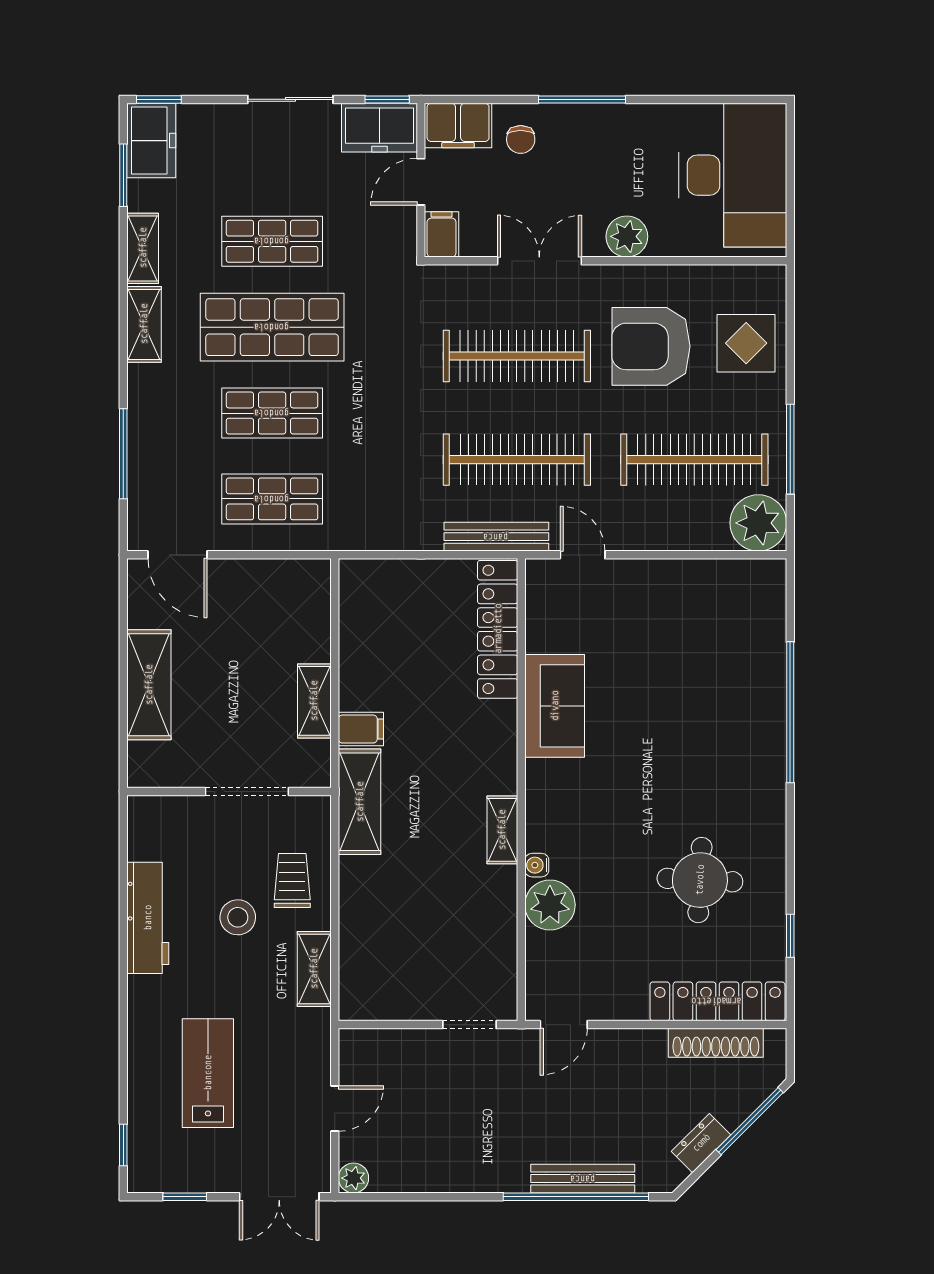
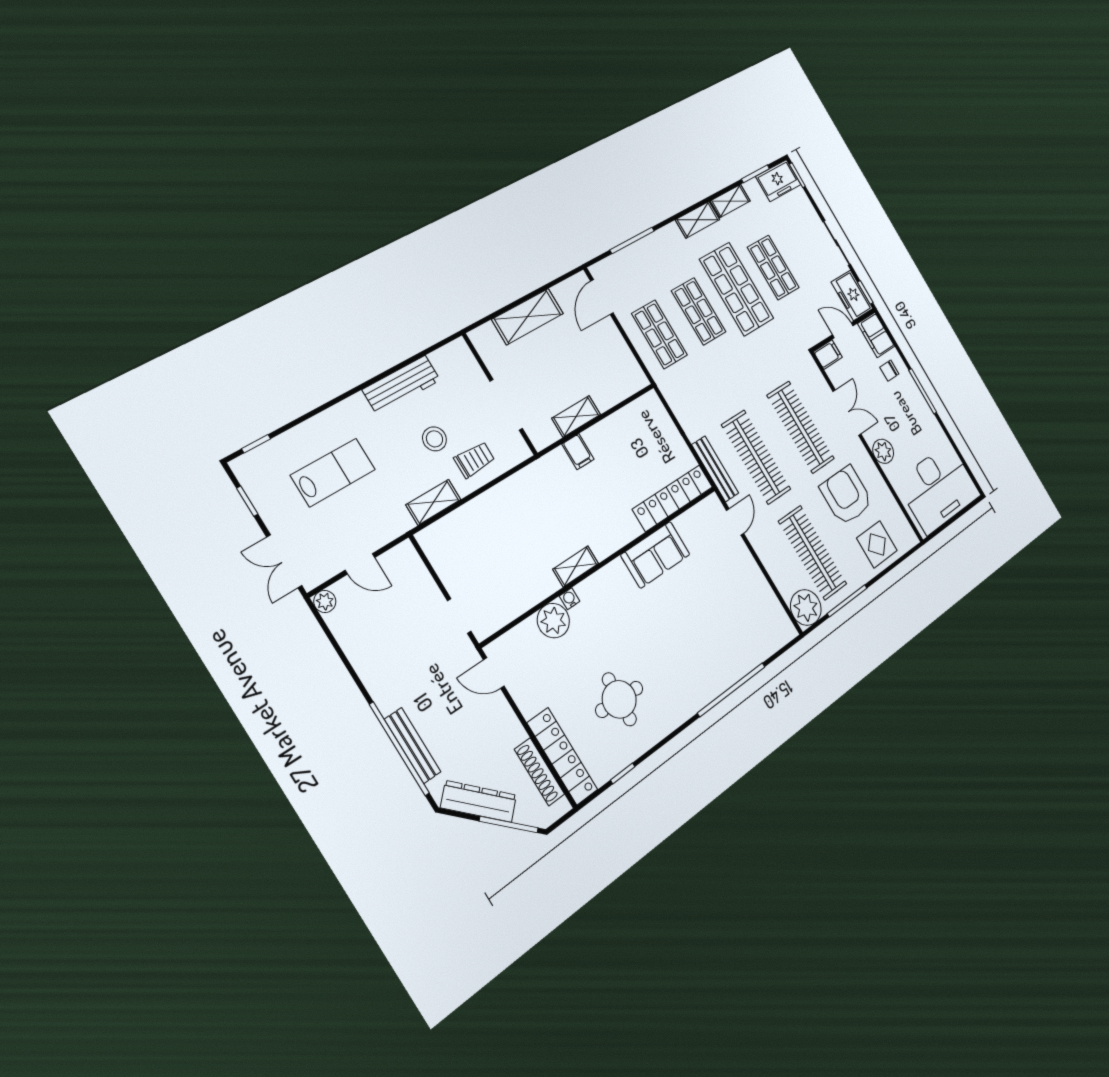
shelving: (360, 802) -> (540, 474), removed
dresser: (701, 1143) -> (479, 801), width x1.96, depth x1.24

